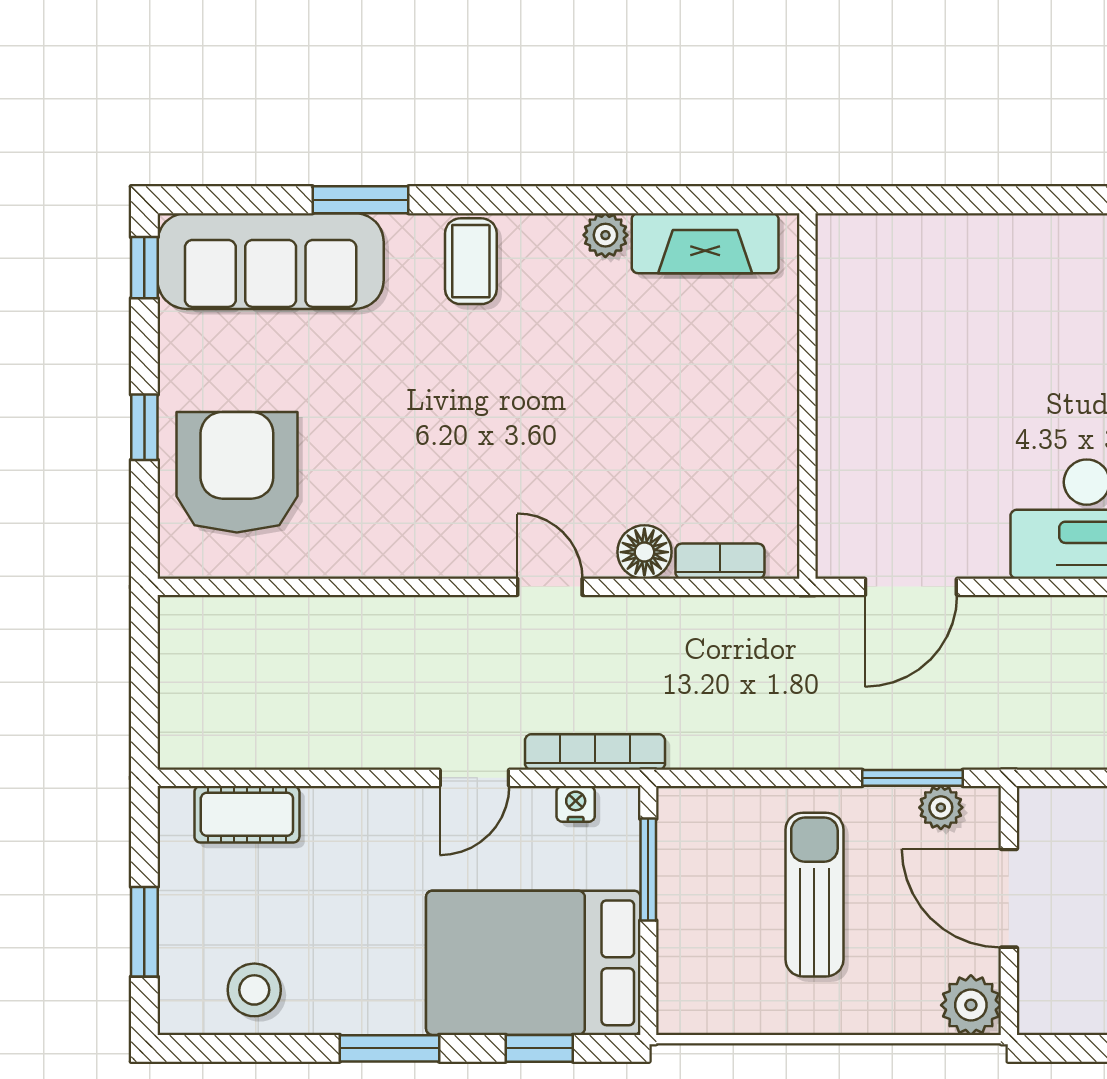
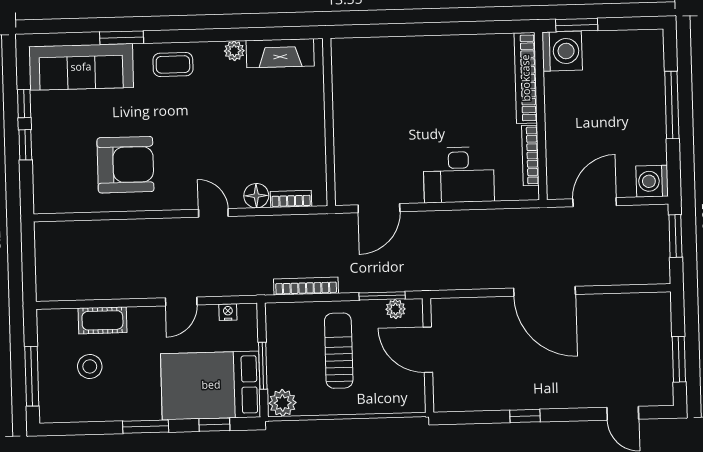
coffee table: (471, 261) -> (173, 64), turned 90
window: (144, 268) -> (24, 104), moved
armchair: (237, 472) -> (125, 165), moved, turned 90
bookcase: (595, 752) -> (306, 286), moved
cot: (247, 814) -> (102, 320), moved
window: (648, 870) -> (263, 366), moved
window: (144, 932) -> (32, 376), width x1.44
stool: (254, 990) -> (90, 366), moved
plant: (971, 1005) -> (283, 403), moved

